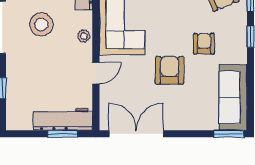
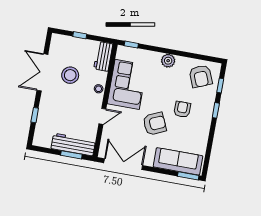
armchair: (170, 70) -> (155, 124), turned 66
sofa: (233, 97) -> (178, 161), moved, turned 90

